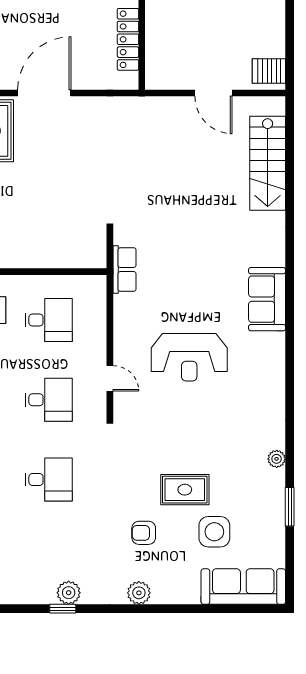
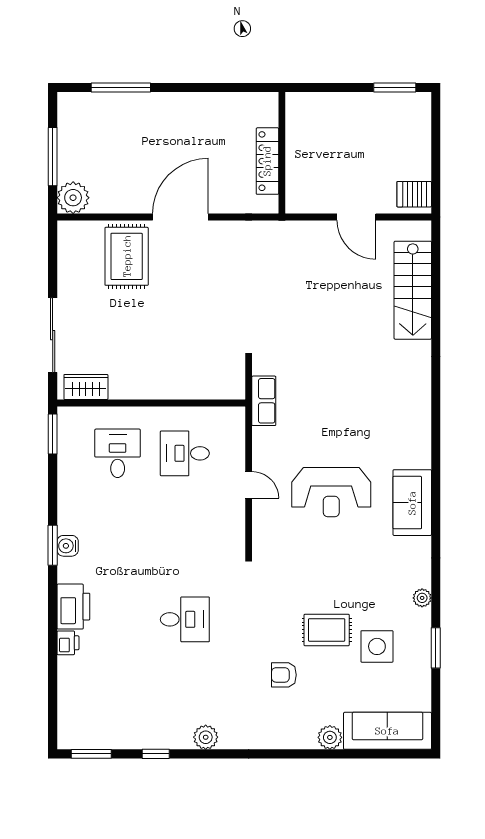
sofa: (267, 299) -> (412, 503), moved
desk: (49, 320) -> (185, 453), turned 180
door: (110, 378) -> (249, 485), moved
desk: (49, 400) -> (185, 536), removed
side table: (214, 532) -> (377, 646), moved
plant: (139, 593) -> (330, 737), moved
window: (63, 609) -> (156, 754), moved

